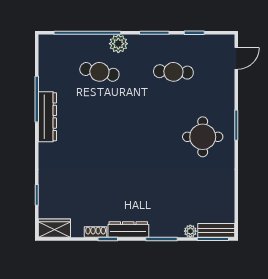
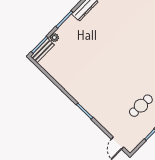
round table: (203, 137) -> (95, 89), removed

